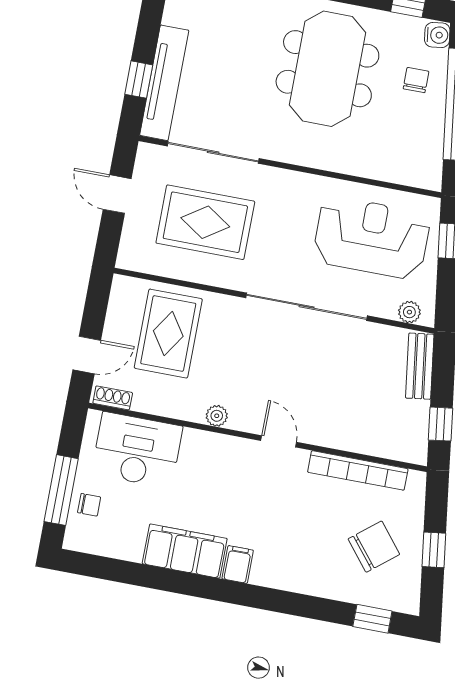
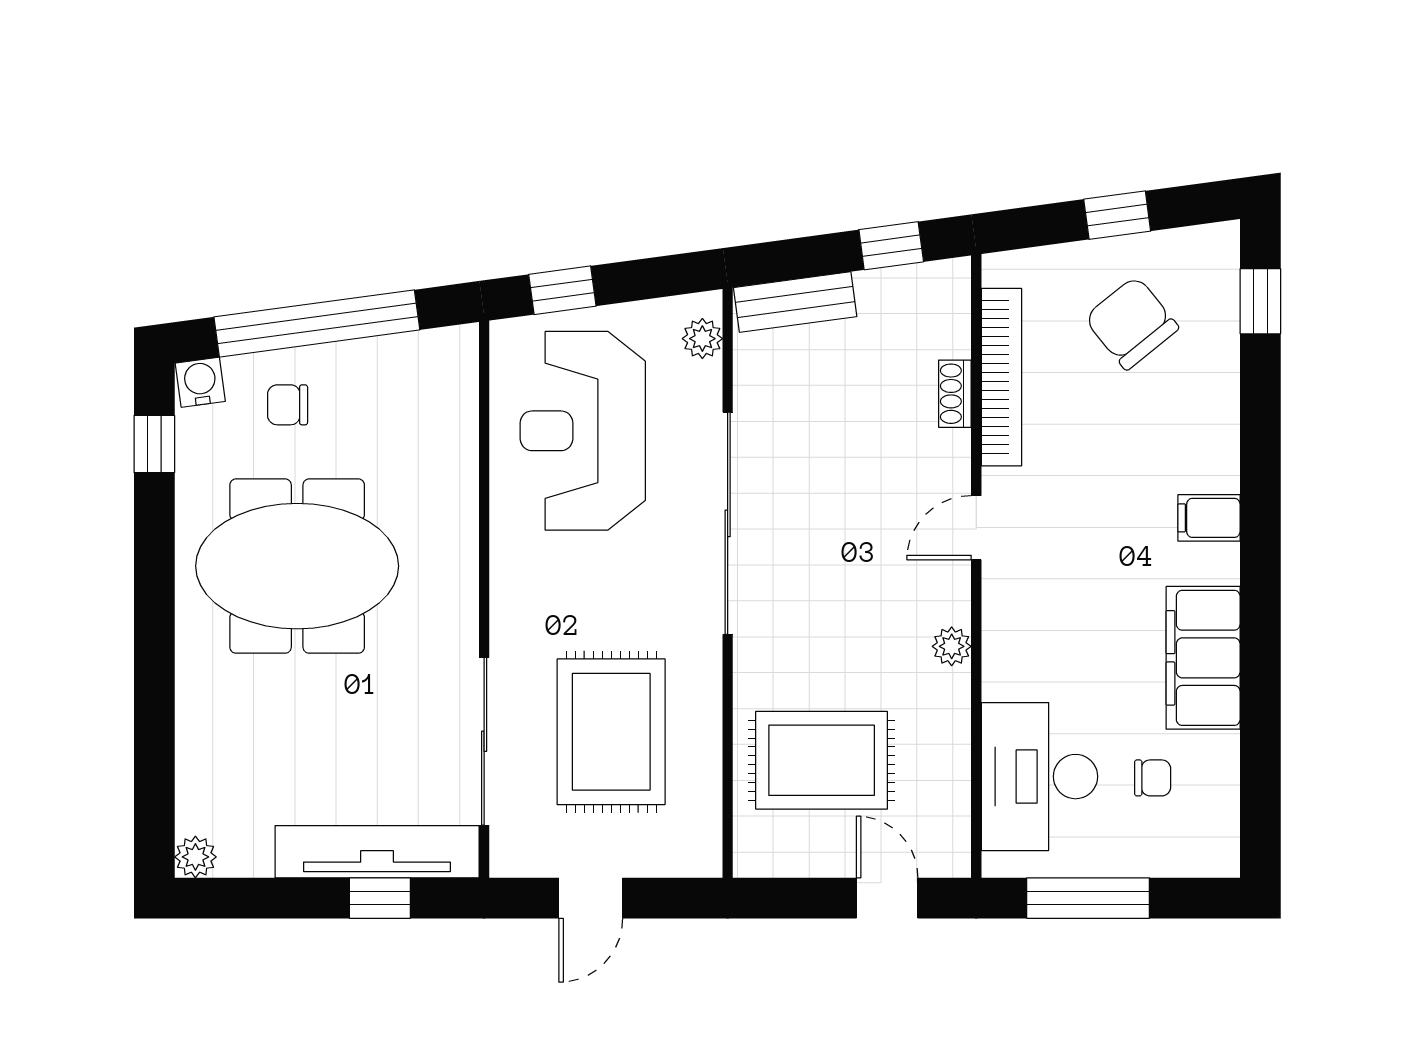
shoe rack: (113, 398) -> (955, 394), moved
window: (61, 490) -> (1088, 898), moved
chair: (89, 505) -> (1153, 778), moved, turned 90
filing cabinet: (238, 564) -> (1209, 518), moved

